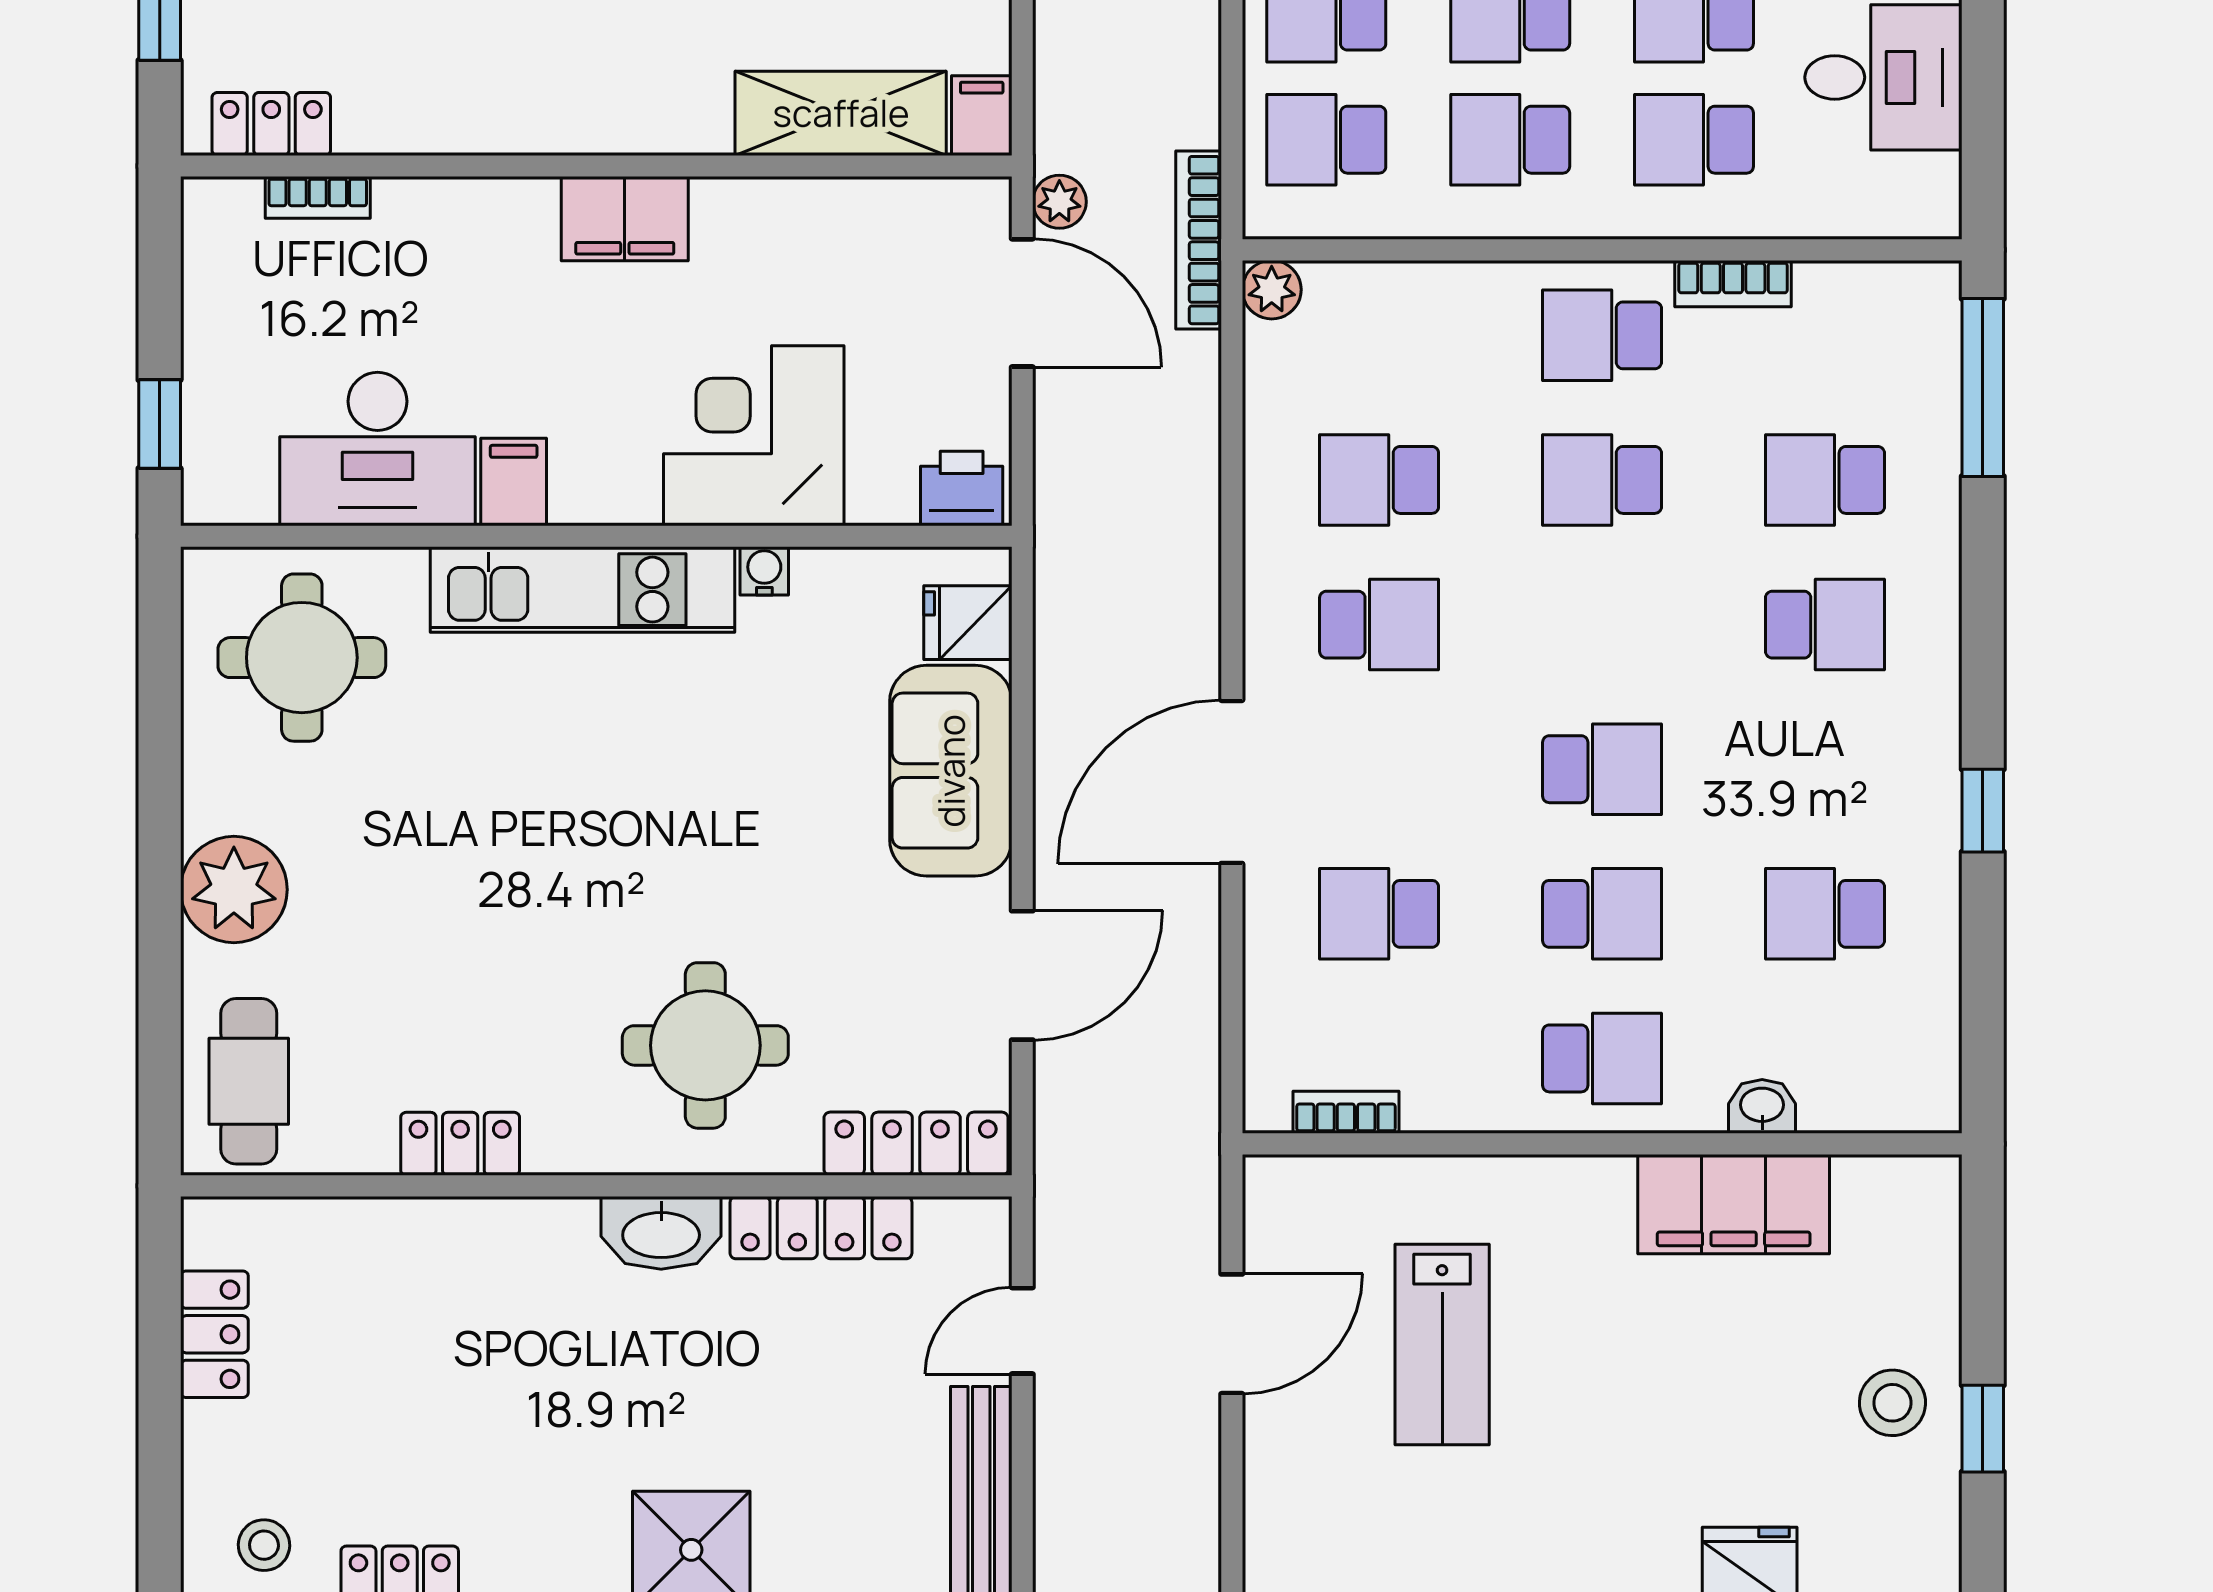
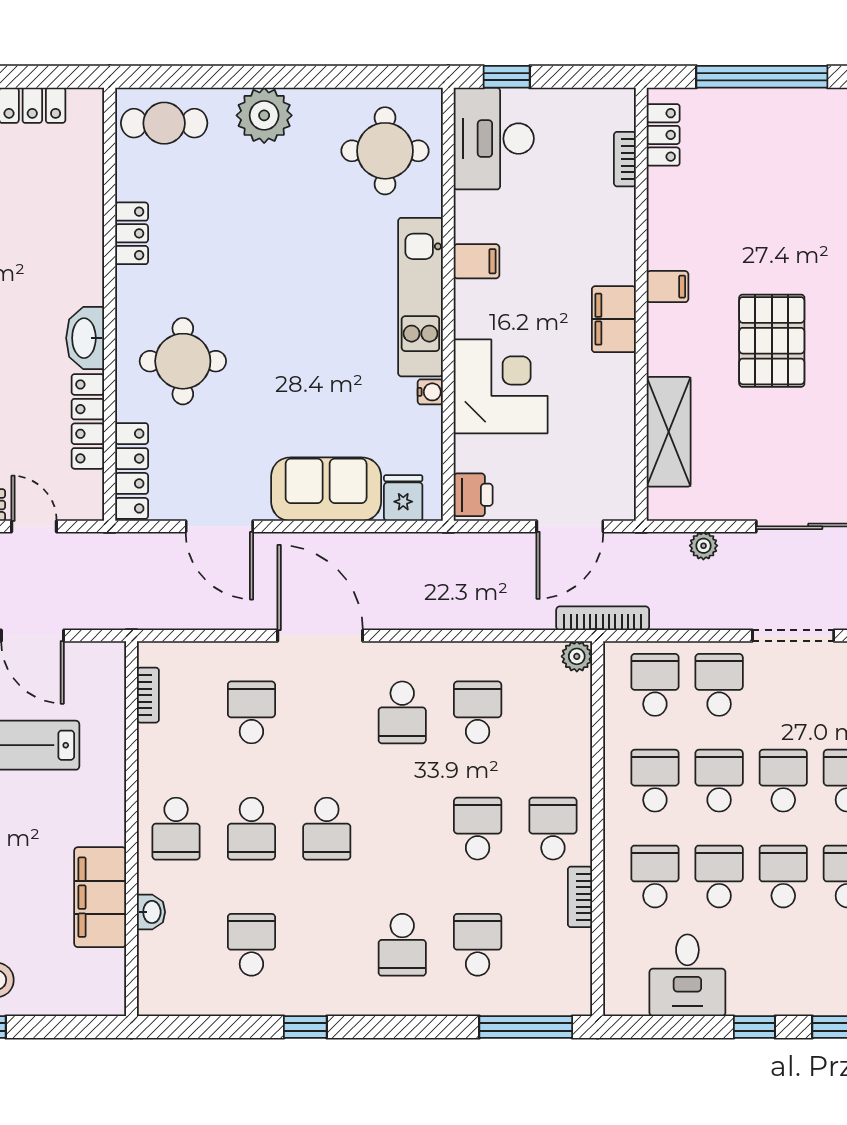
filing cabinet: (982, 116) -> (668, 287), moved
plant: (1059, 202) -> (703, 546), moved
desk: (378, 449) -> (494, 139), moved

